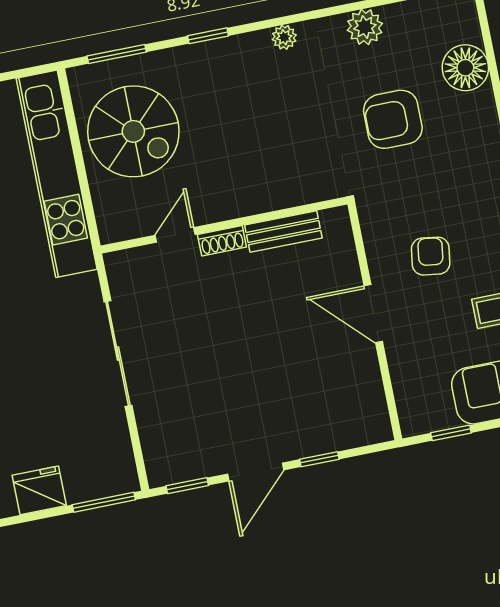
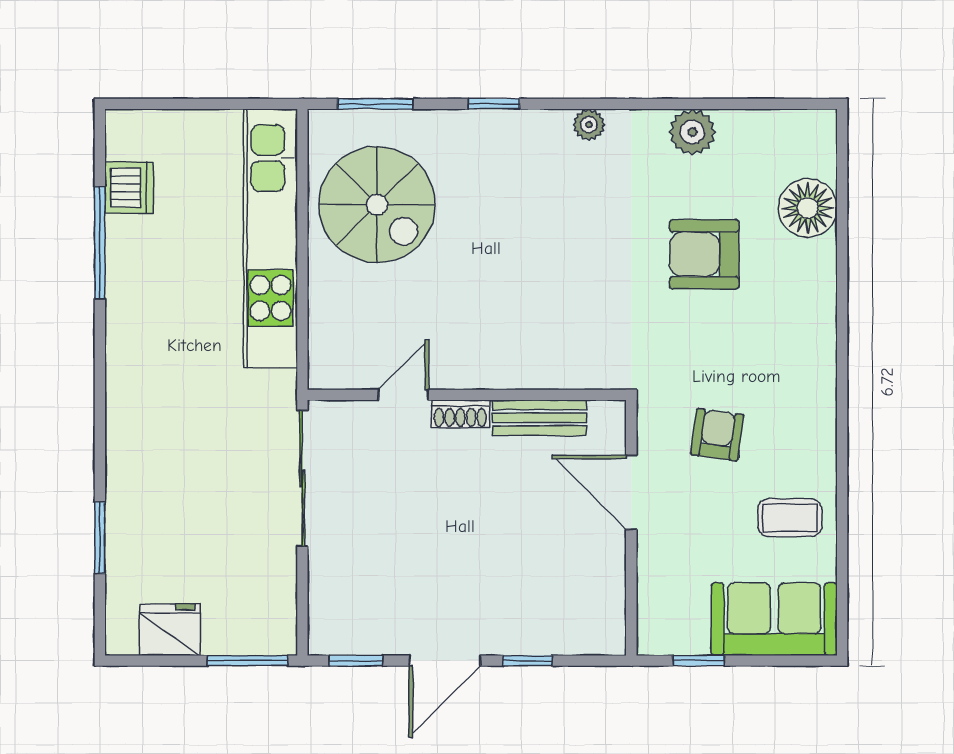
wall: (224, 225) -> (467, 395), moved
bench: (283, 232) -> (539, 418), moved
door: (175, 235) -> (403, 395), moved
shoe rack: (222, 241) -> (460, 414), moved

